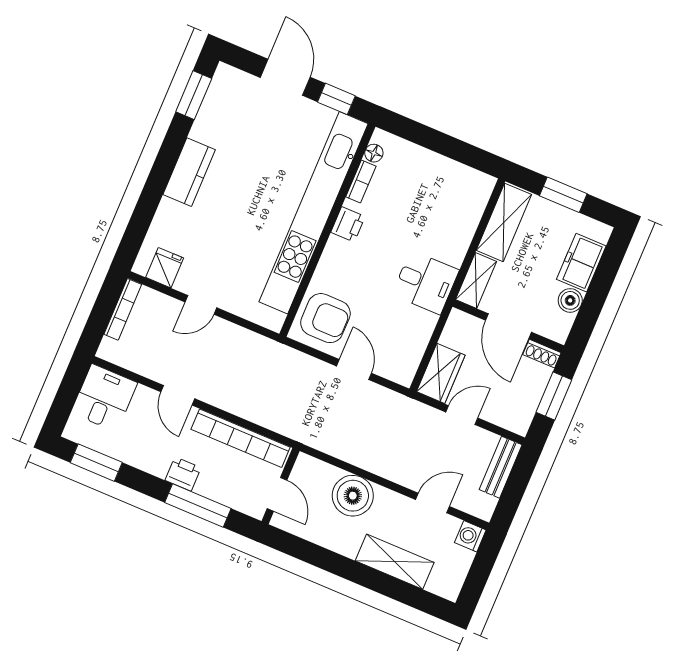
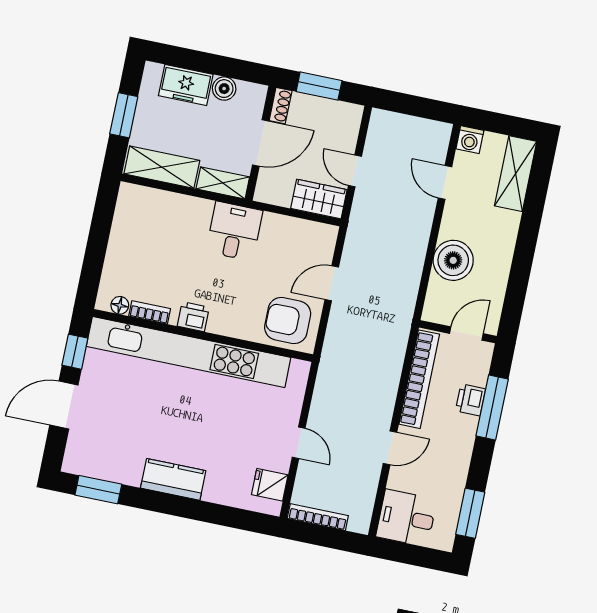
armchair: (325, 318) -> (288, 321), turned -90
bench: (501, 467) -> (398, 124), removed
printer: (183, 474) -> (470, 400), moved
shelving: (395, 562) -> (516, 174), moved

